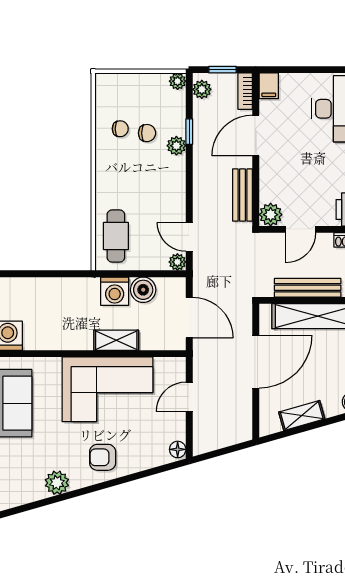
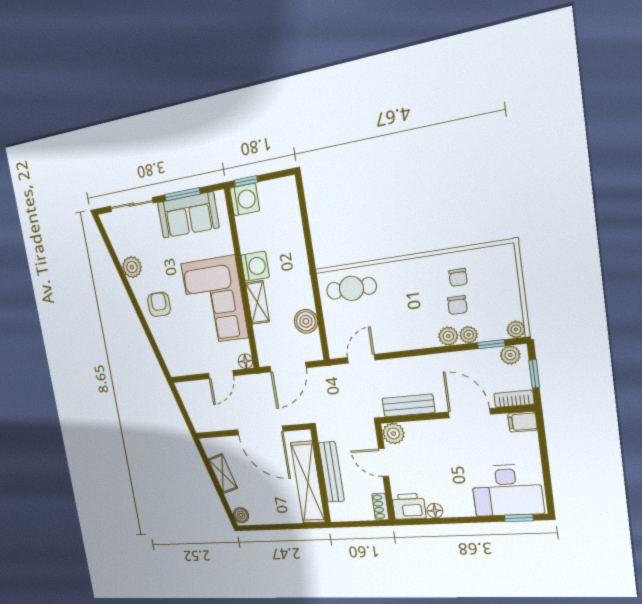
window: (189, 132) -> (491, 344), moved
plant: (177, 262) -> (469, 335), moved
washing machine: (115, 291) -> (255, 266), moved, turned 180
door: (189, 397) -> (221, 375), swing flipped
floor lamp: (178, 449) -> (245, 361), moved

